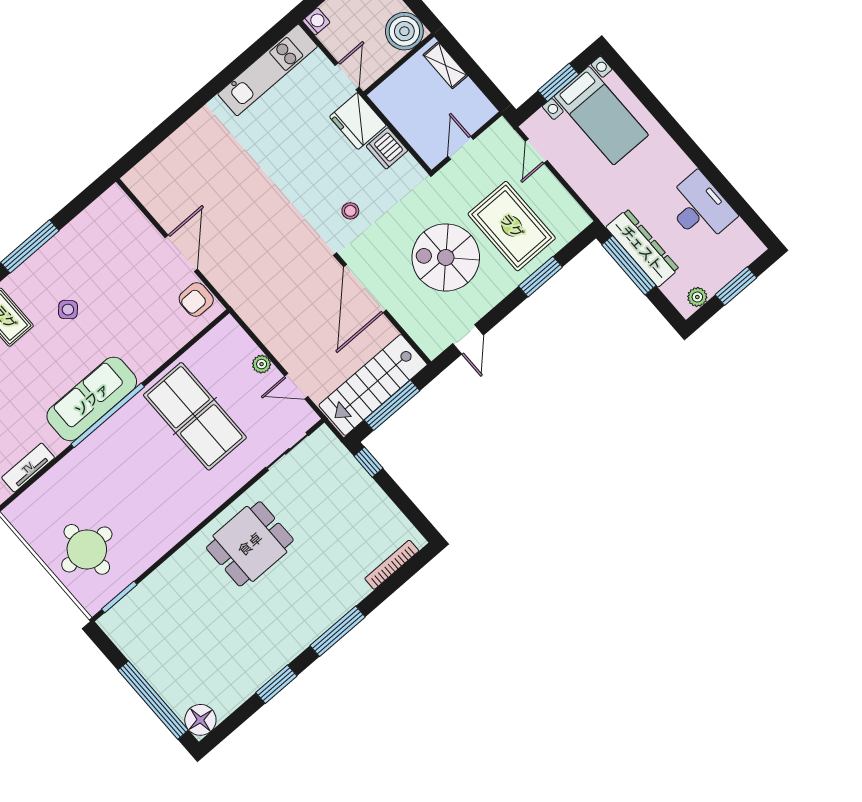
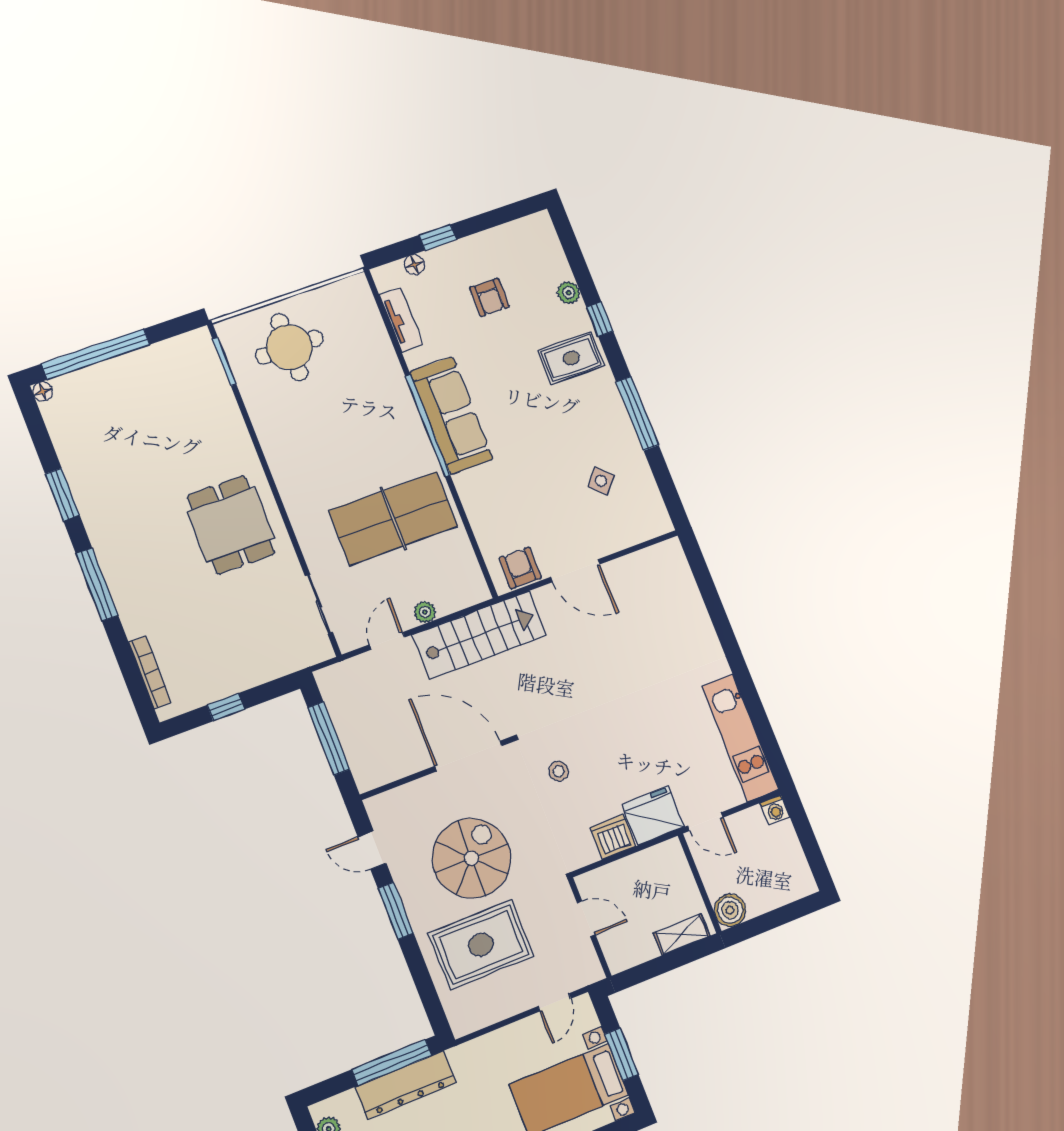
boiler: (404, 31) -> (730, 910), width x0.73, depth x0.73
door: (536, 151) -> (554, 1002), swing flipped
window: (540, 277) -> (396, 911), moved
side table: (68, 310) -> (601, 481), moved
stairs: (373, 385) -> (480, 635), moved, turned 90
window: (368, 462) -> (226, 707), moved
floor lamp: (200, 720) -> (43, 392), width x0.53, depth x0.53

